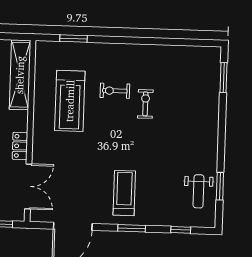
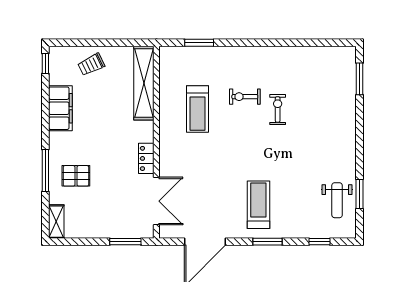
treadmill: (70, 101) -> (198, 109), width x0.73, depth x0.73

